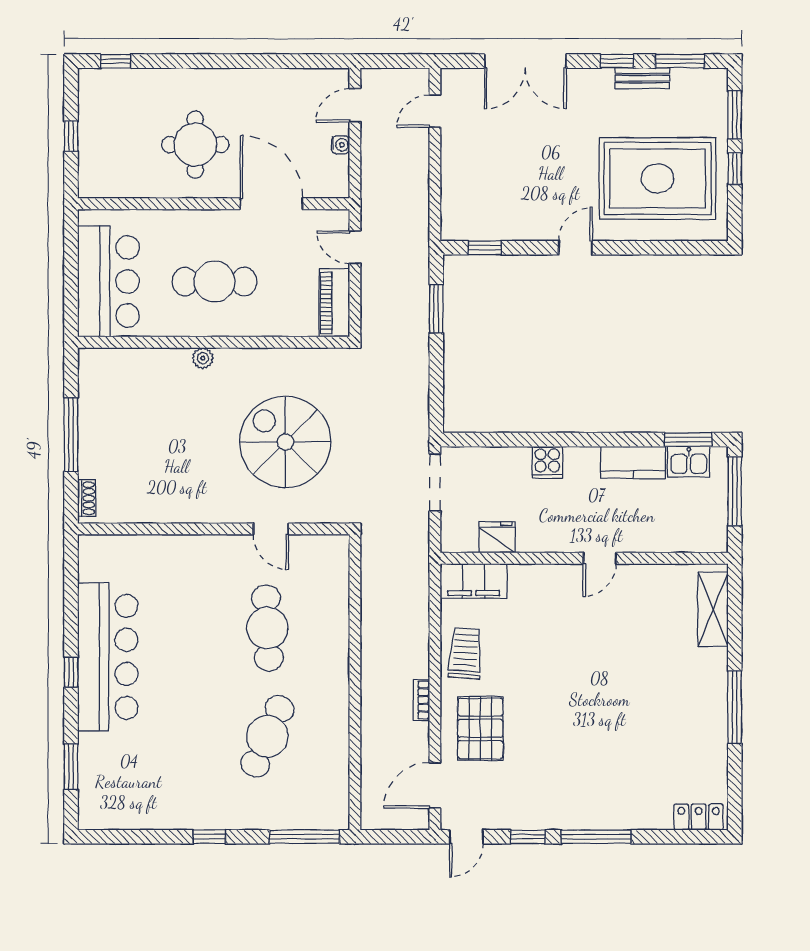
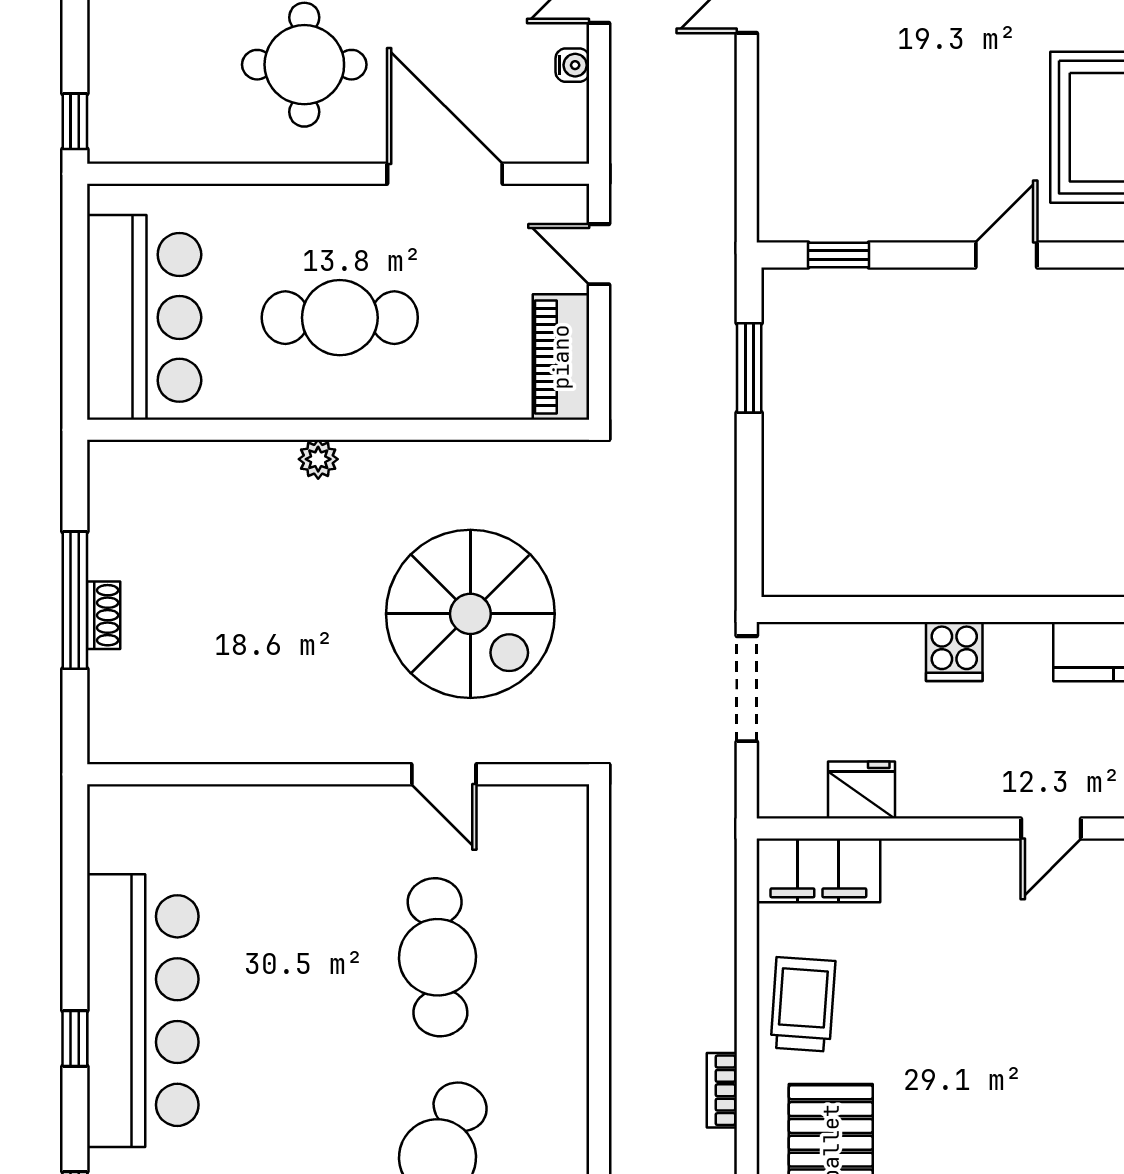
window: (71, 136) -> (75, 121), moved
spiral stairs: (285, 442) -> (470, 614), turned 180
shoe rack: (87, 498) -> (104, 615), moved

